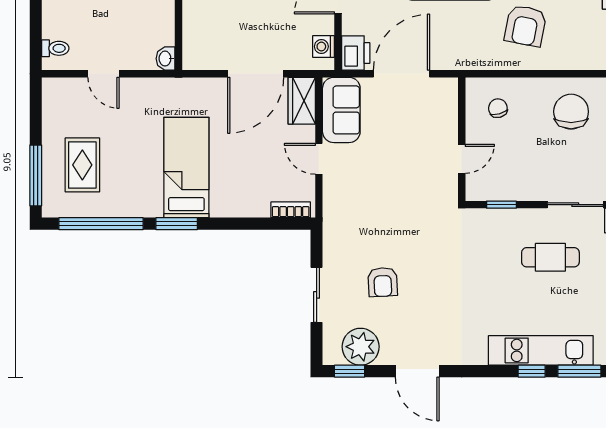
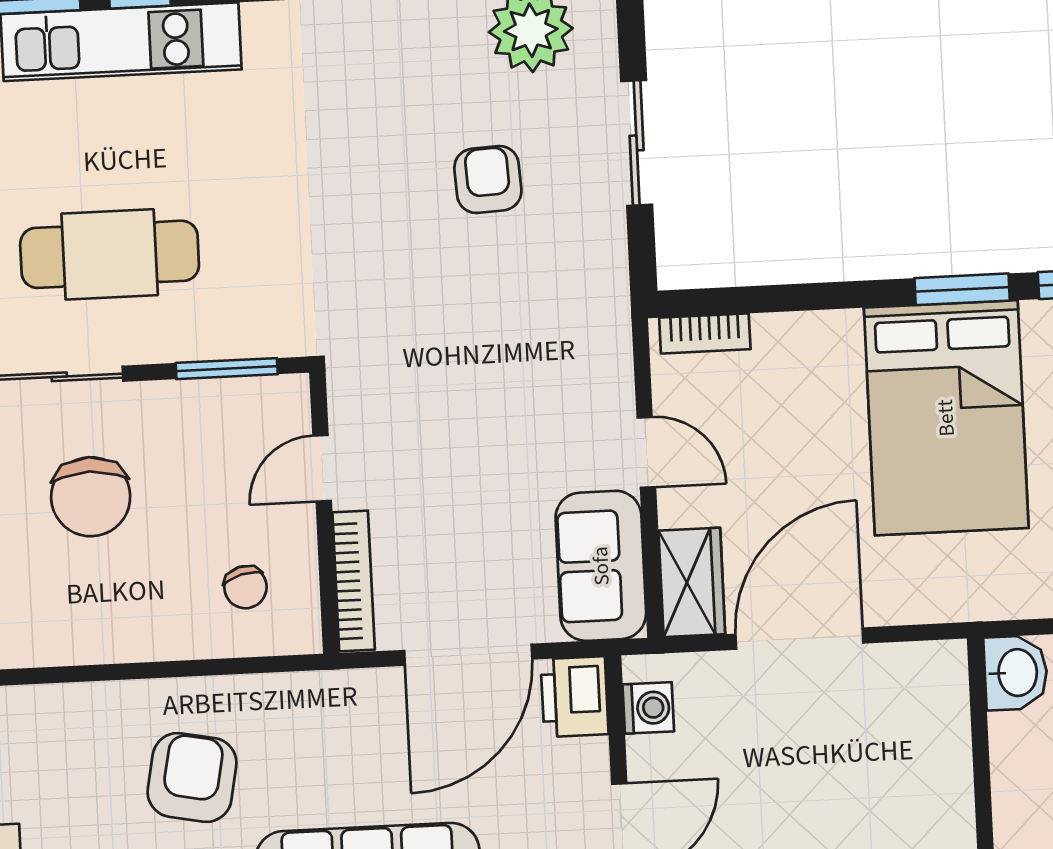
washbasin: (166, 59) -> (1016, 673), width x1.38, depth x1.45
bookcase: (450, 109) -> (354, 581), added
chair: (571, 112) -> (91, 497), moved
bed: (186, 168) -> (946, 418), width x1.50
window: (501, 205) -> (227, 369), width x1.50
cafe table: (550, 257) -> (110, 254), width x1.37, depth x1.35

